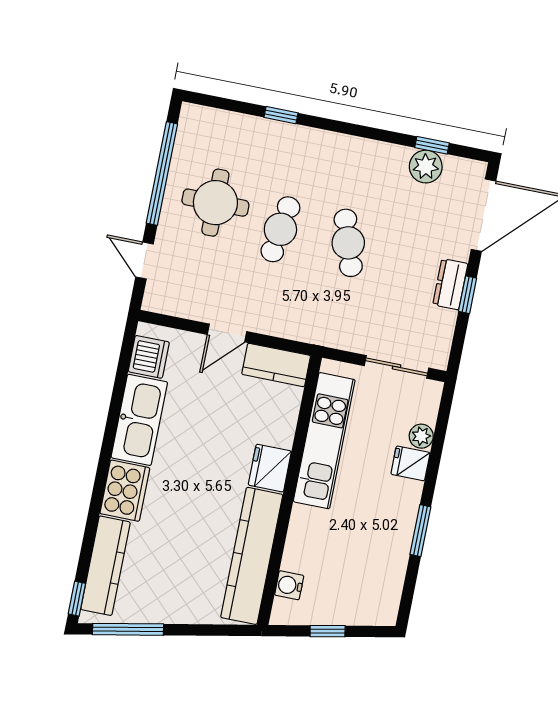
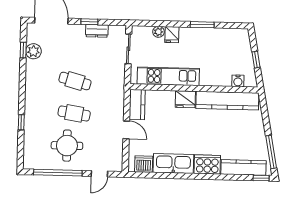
cafe table: (348, 243) -> (75, 81), turned 33
dresser: (450, 284) -> (97, 31), moved

